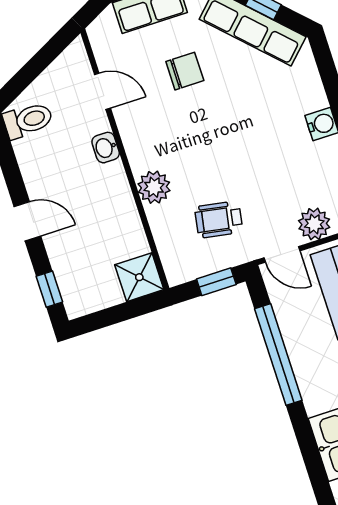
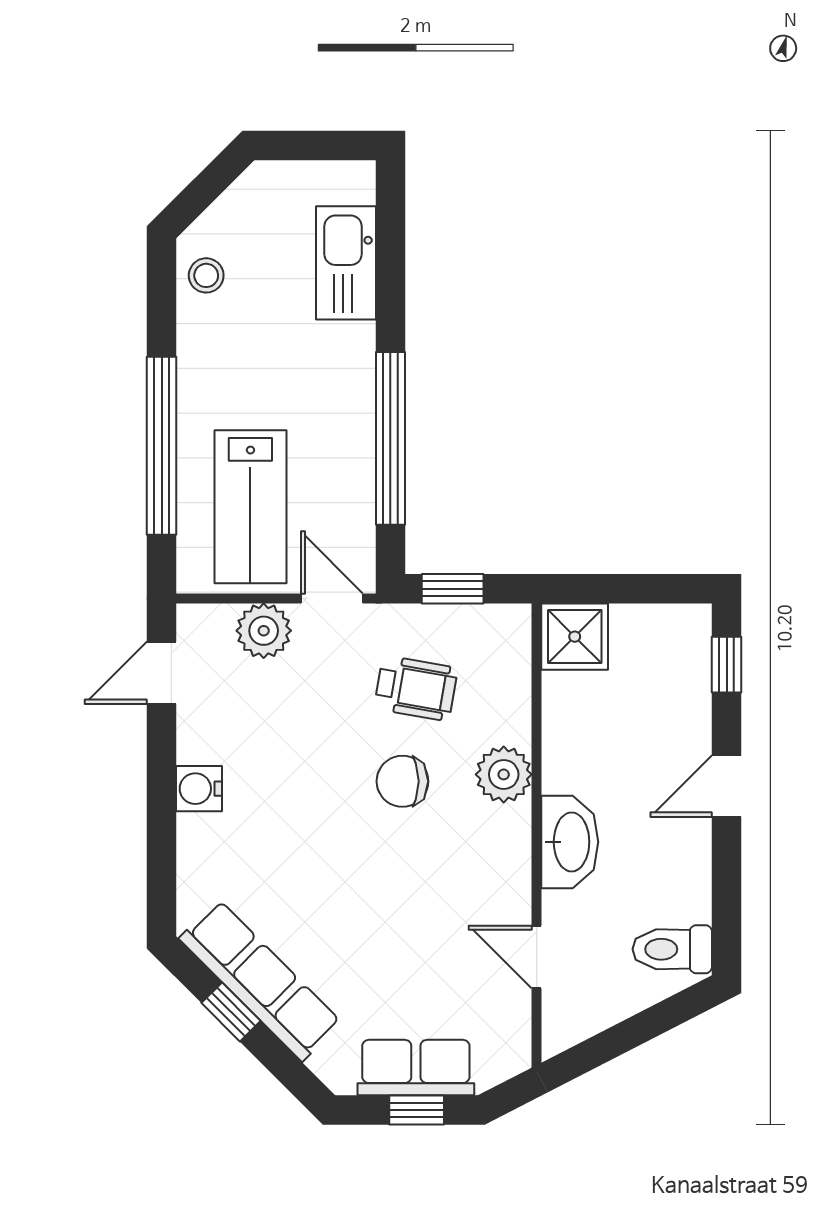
chair: (185, 71) -> (402, 781), moved
washbasin: (106, 148) -> (570, 842), width x1.91, depth x1.45
door: (27, 221) -> (727, 786), hinge flipped

